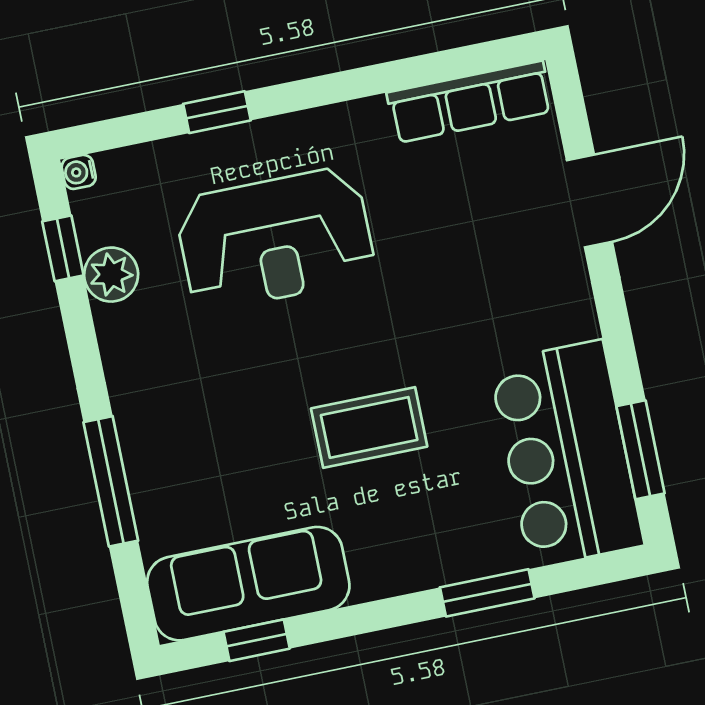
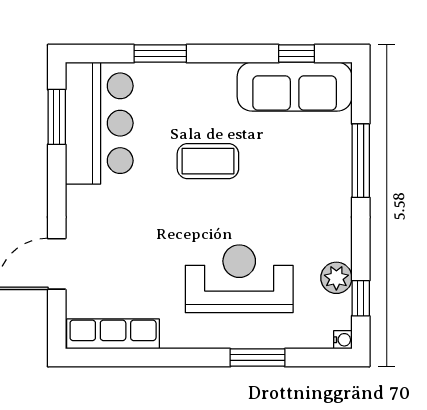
window: (217, 112) -> (258, 358), width x1.50

